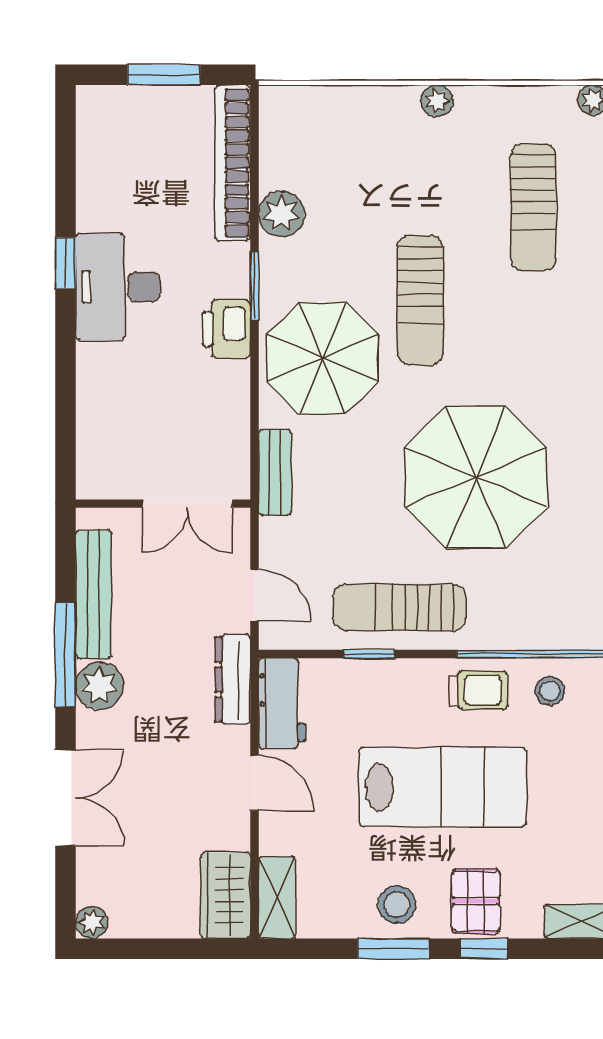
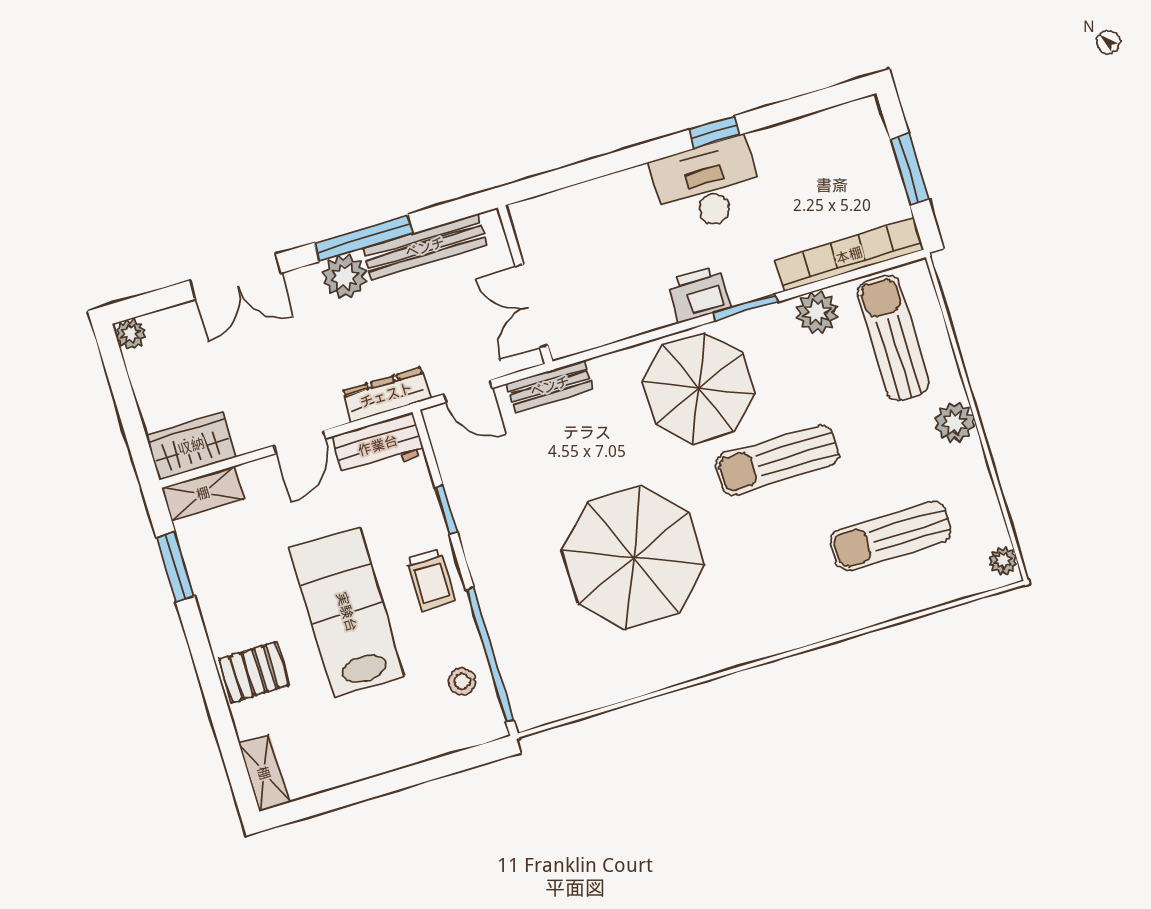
plant: (437, 101) -> (955, 423), width x1.38, depth x1.38
bench: (275, 473) -> (550, 386), moved
door: (254, 595) -> (468, 391), hinge flipped
sun lounger: (399, 607) -> (893, 338), moved
trolley: (479, 690) -> (431, 579), moved
lab bench: (443, 787) -> (347, 612), turned 180
stool: (397, 905) -> (229, 602), removed
window: (393, 949) -> (175, 567), moved
window: (484, 949) -> (213, 693), removed

